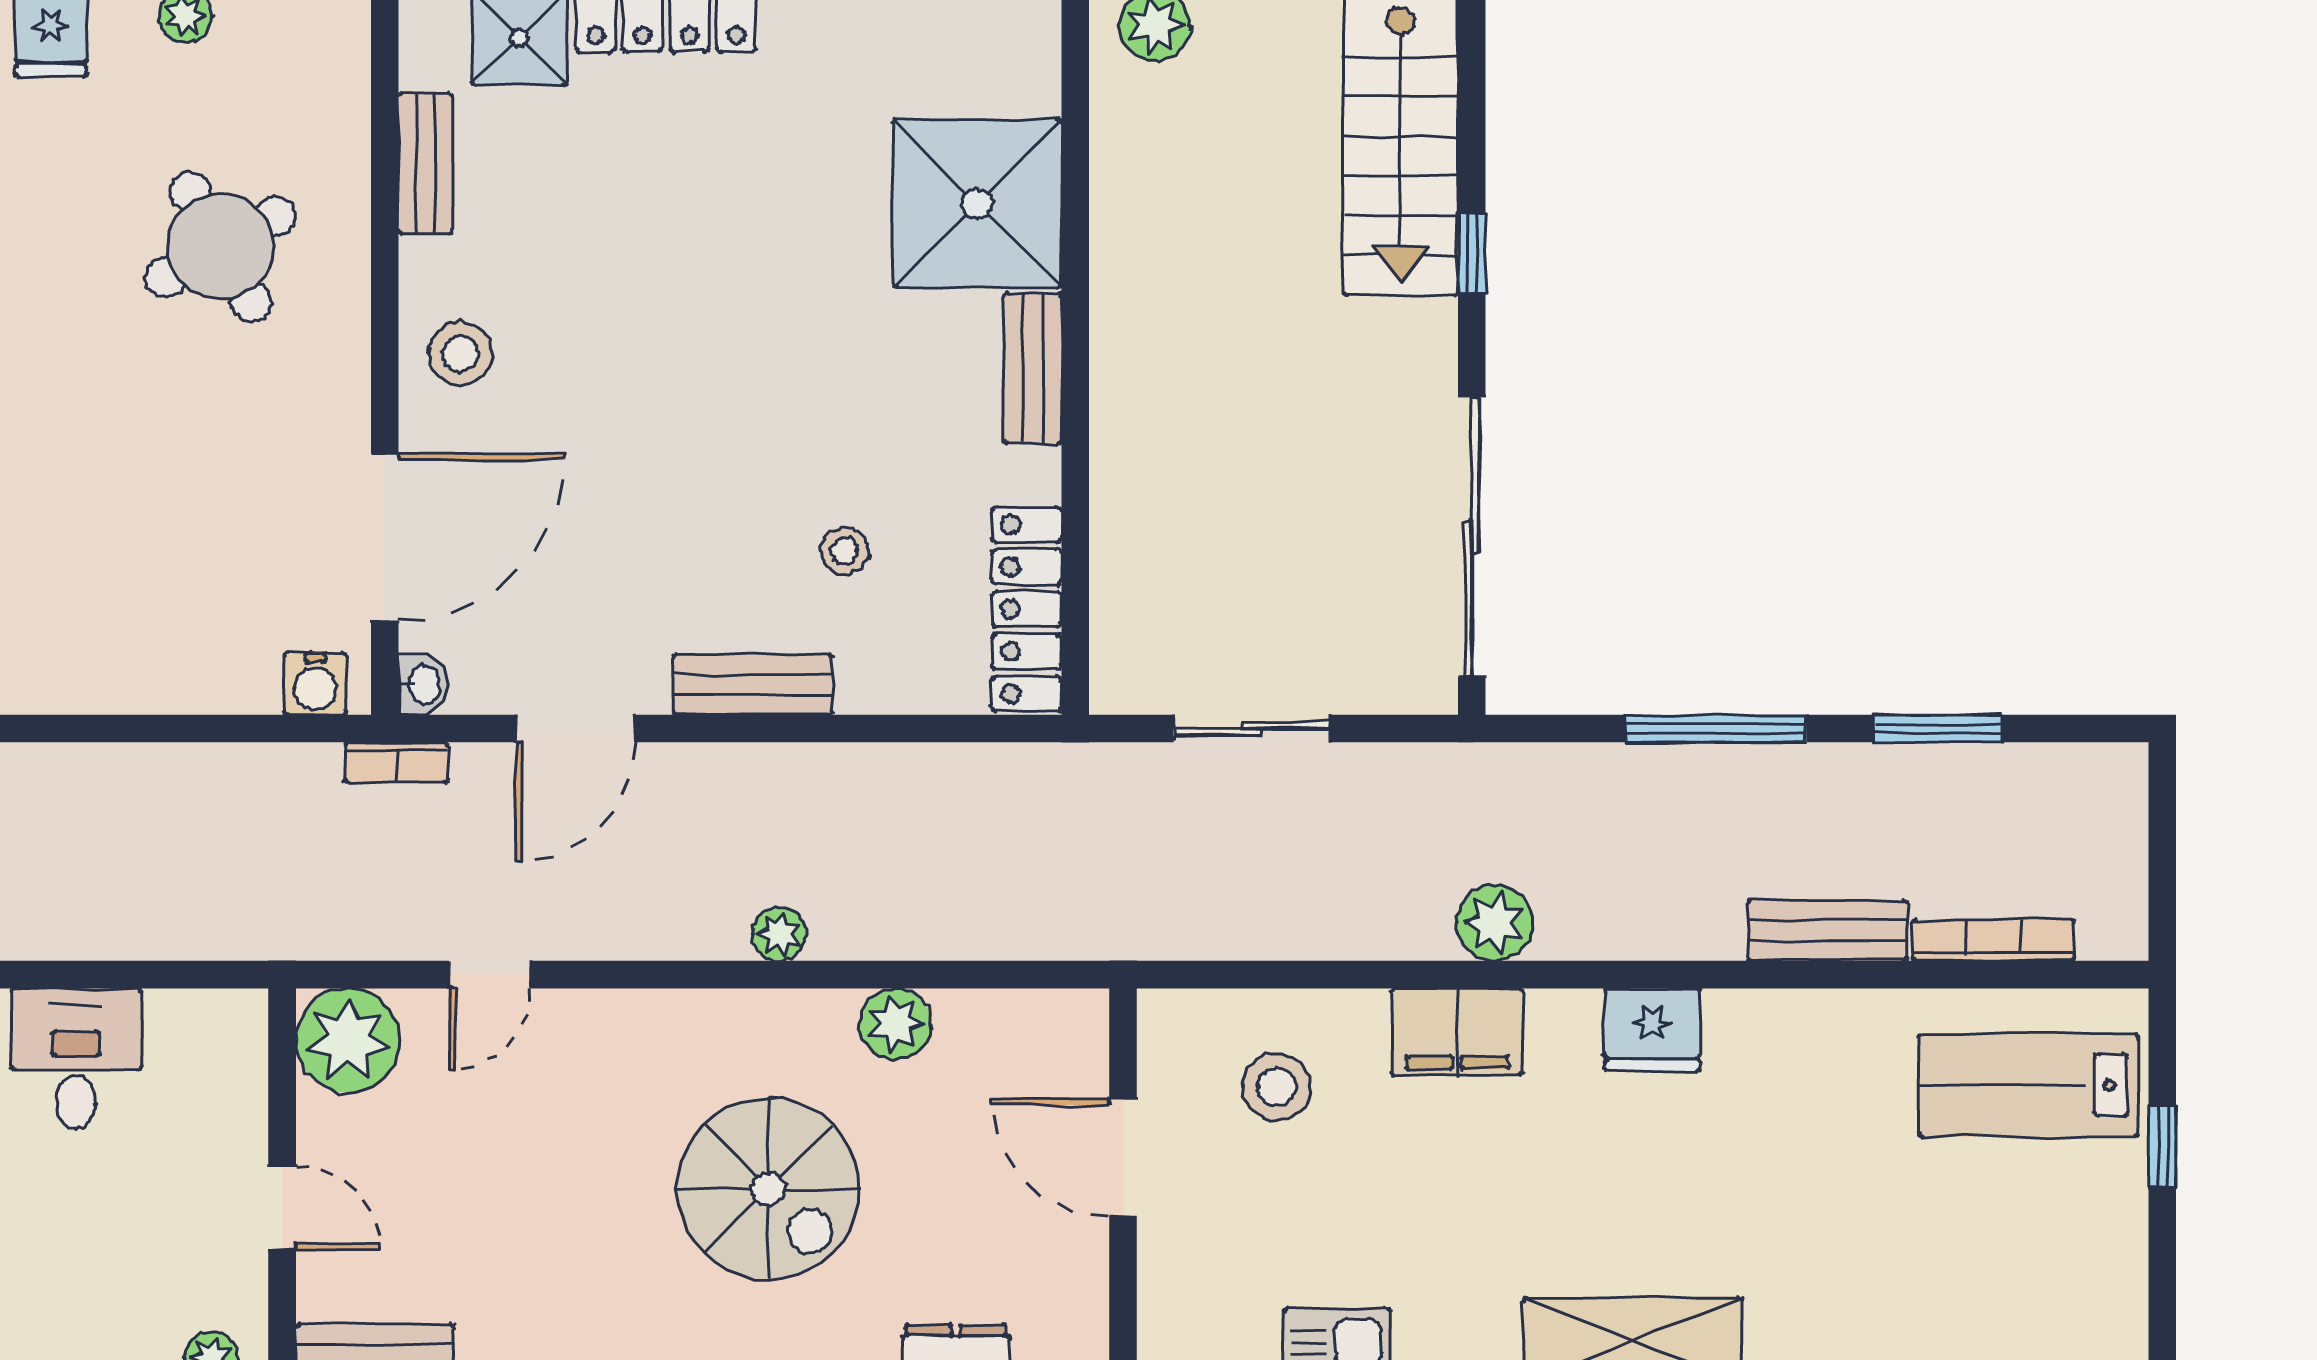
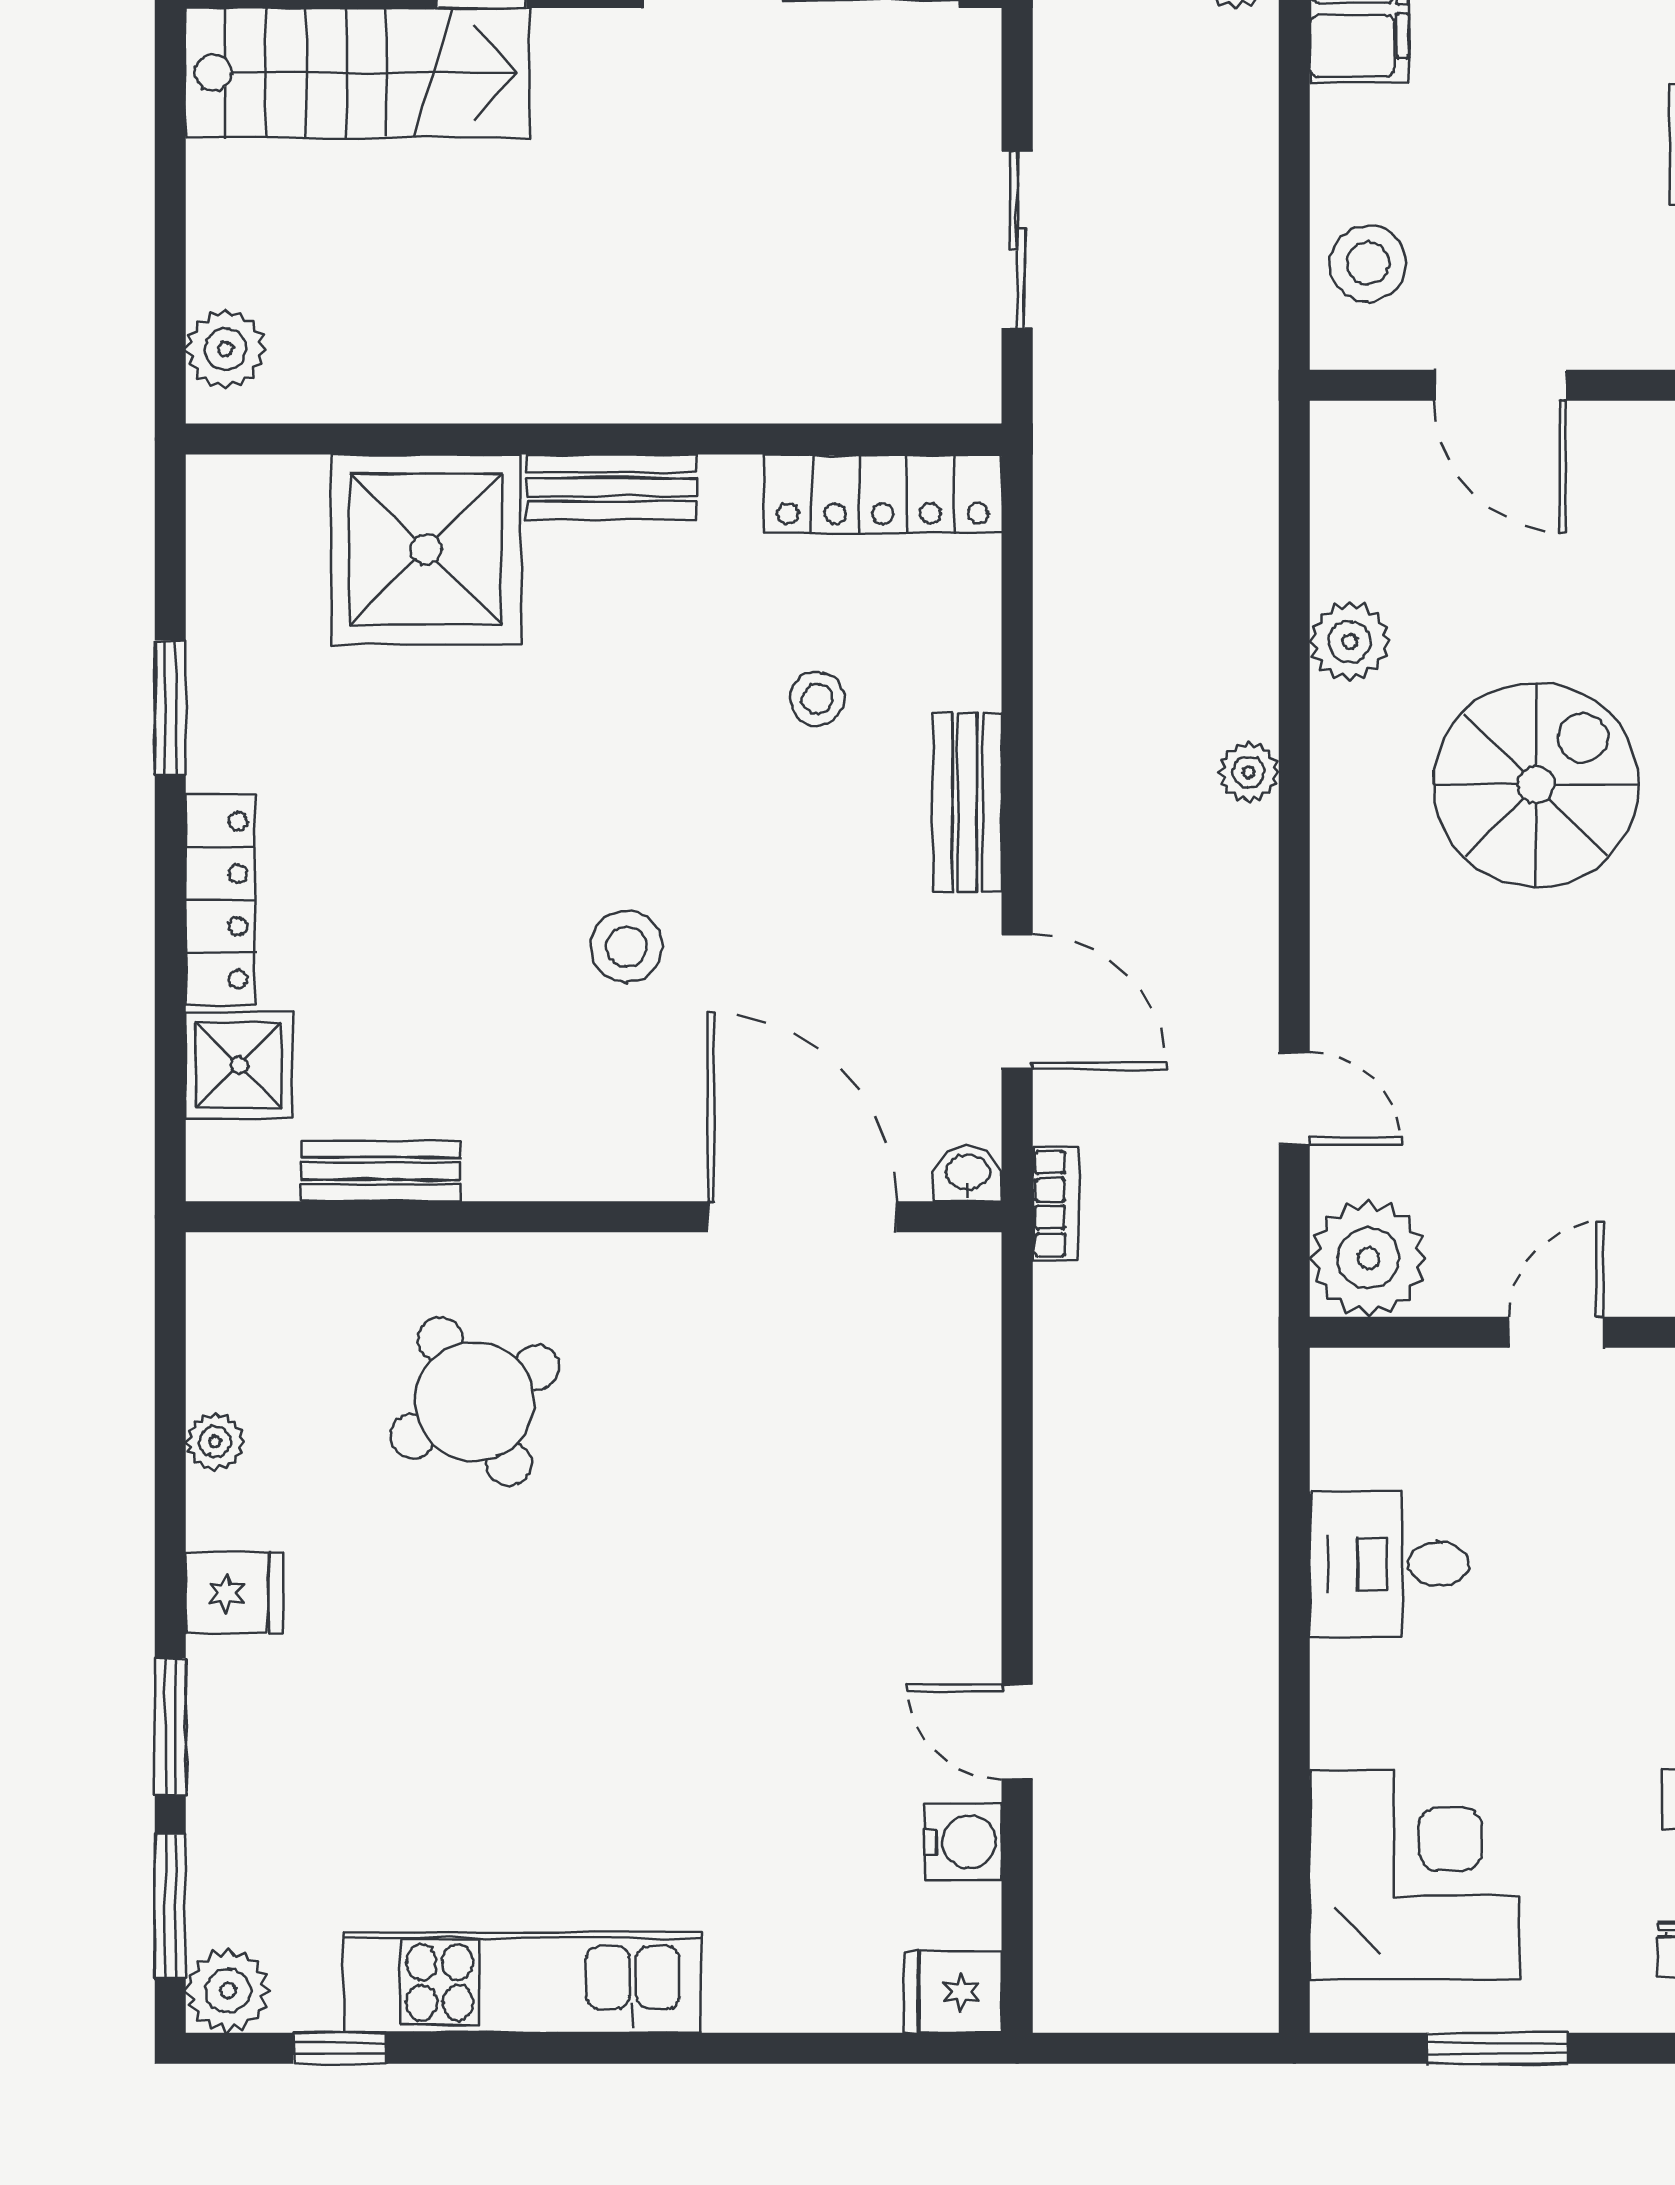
stool: (460, 354) -> (626, 947), moved
water cooler: (315, 684) -> (967, 1295), removed
stool: (1277, 1087) -> (1368, 264), moved
door: (1123, 1157) -> (1500, 385), hinge flipped

